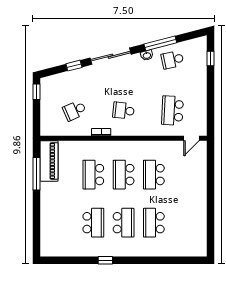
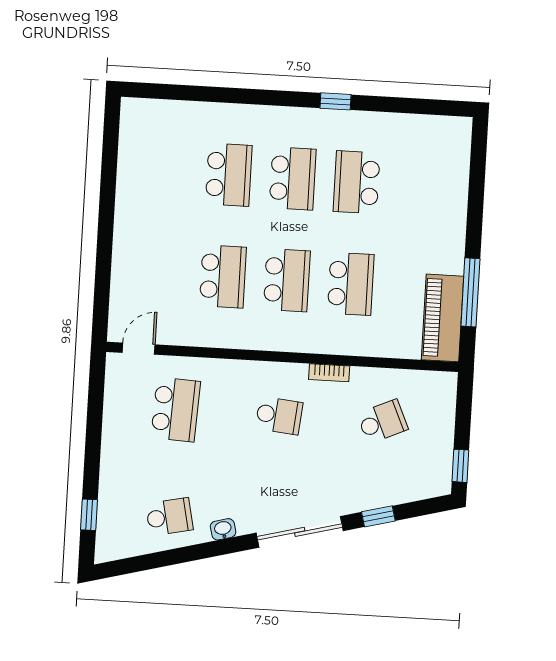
window: (160, 43) -> (193, 553), removed
school desk: (124, 223) -> (293, 178), turned 180

